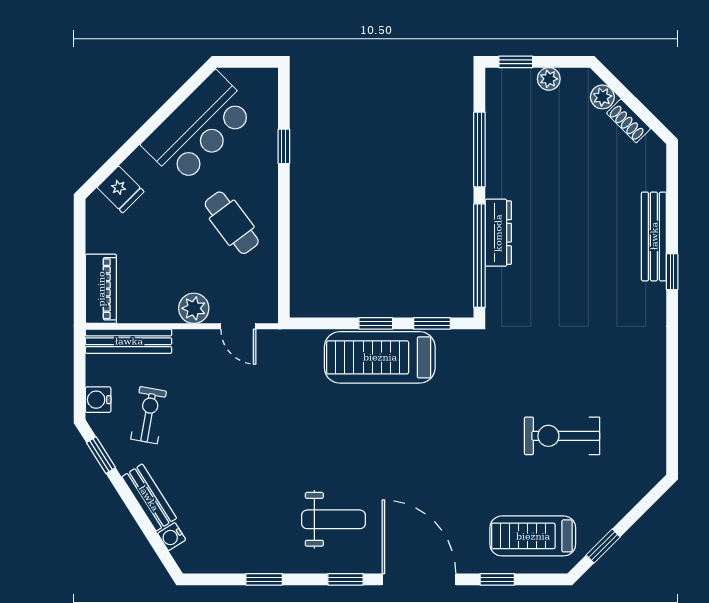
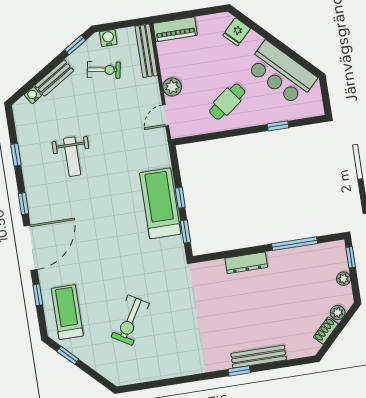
window: (479, 256) -> (231, 254), removed
exercise bike: (562, 436) -> (130, 320), turned -149
weight bench: (333, 519) -> (72, 157), moved

